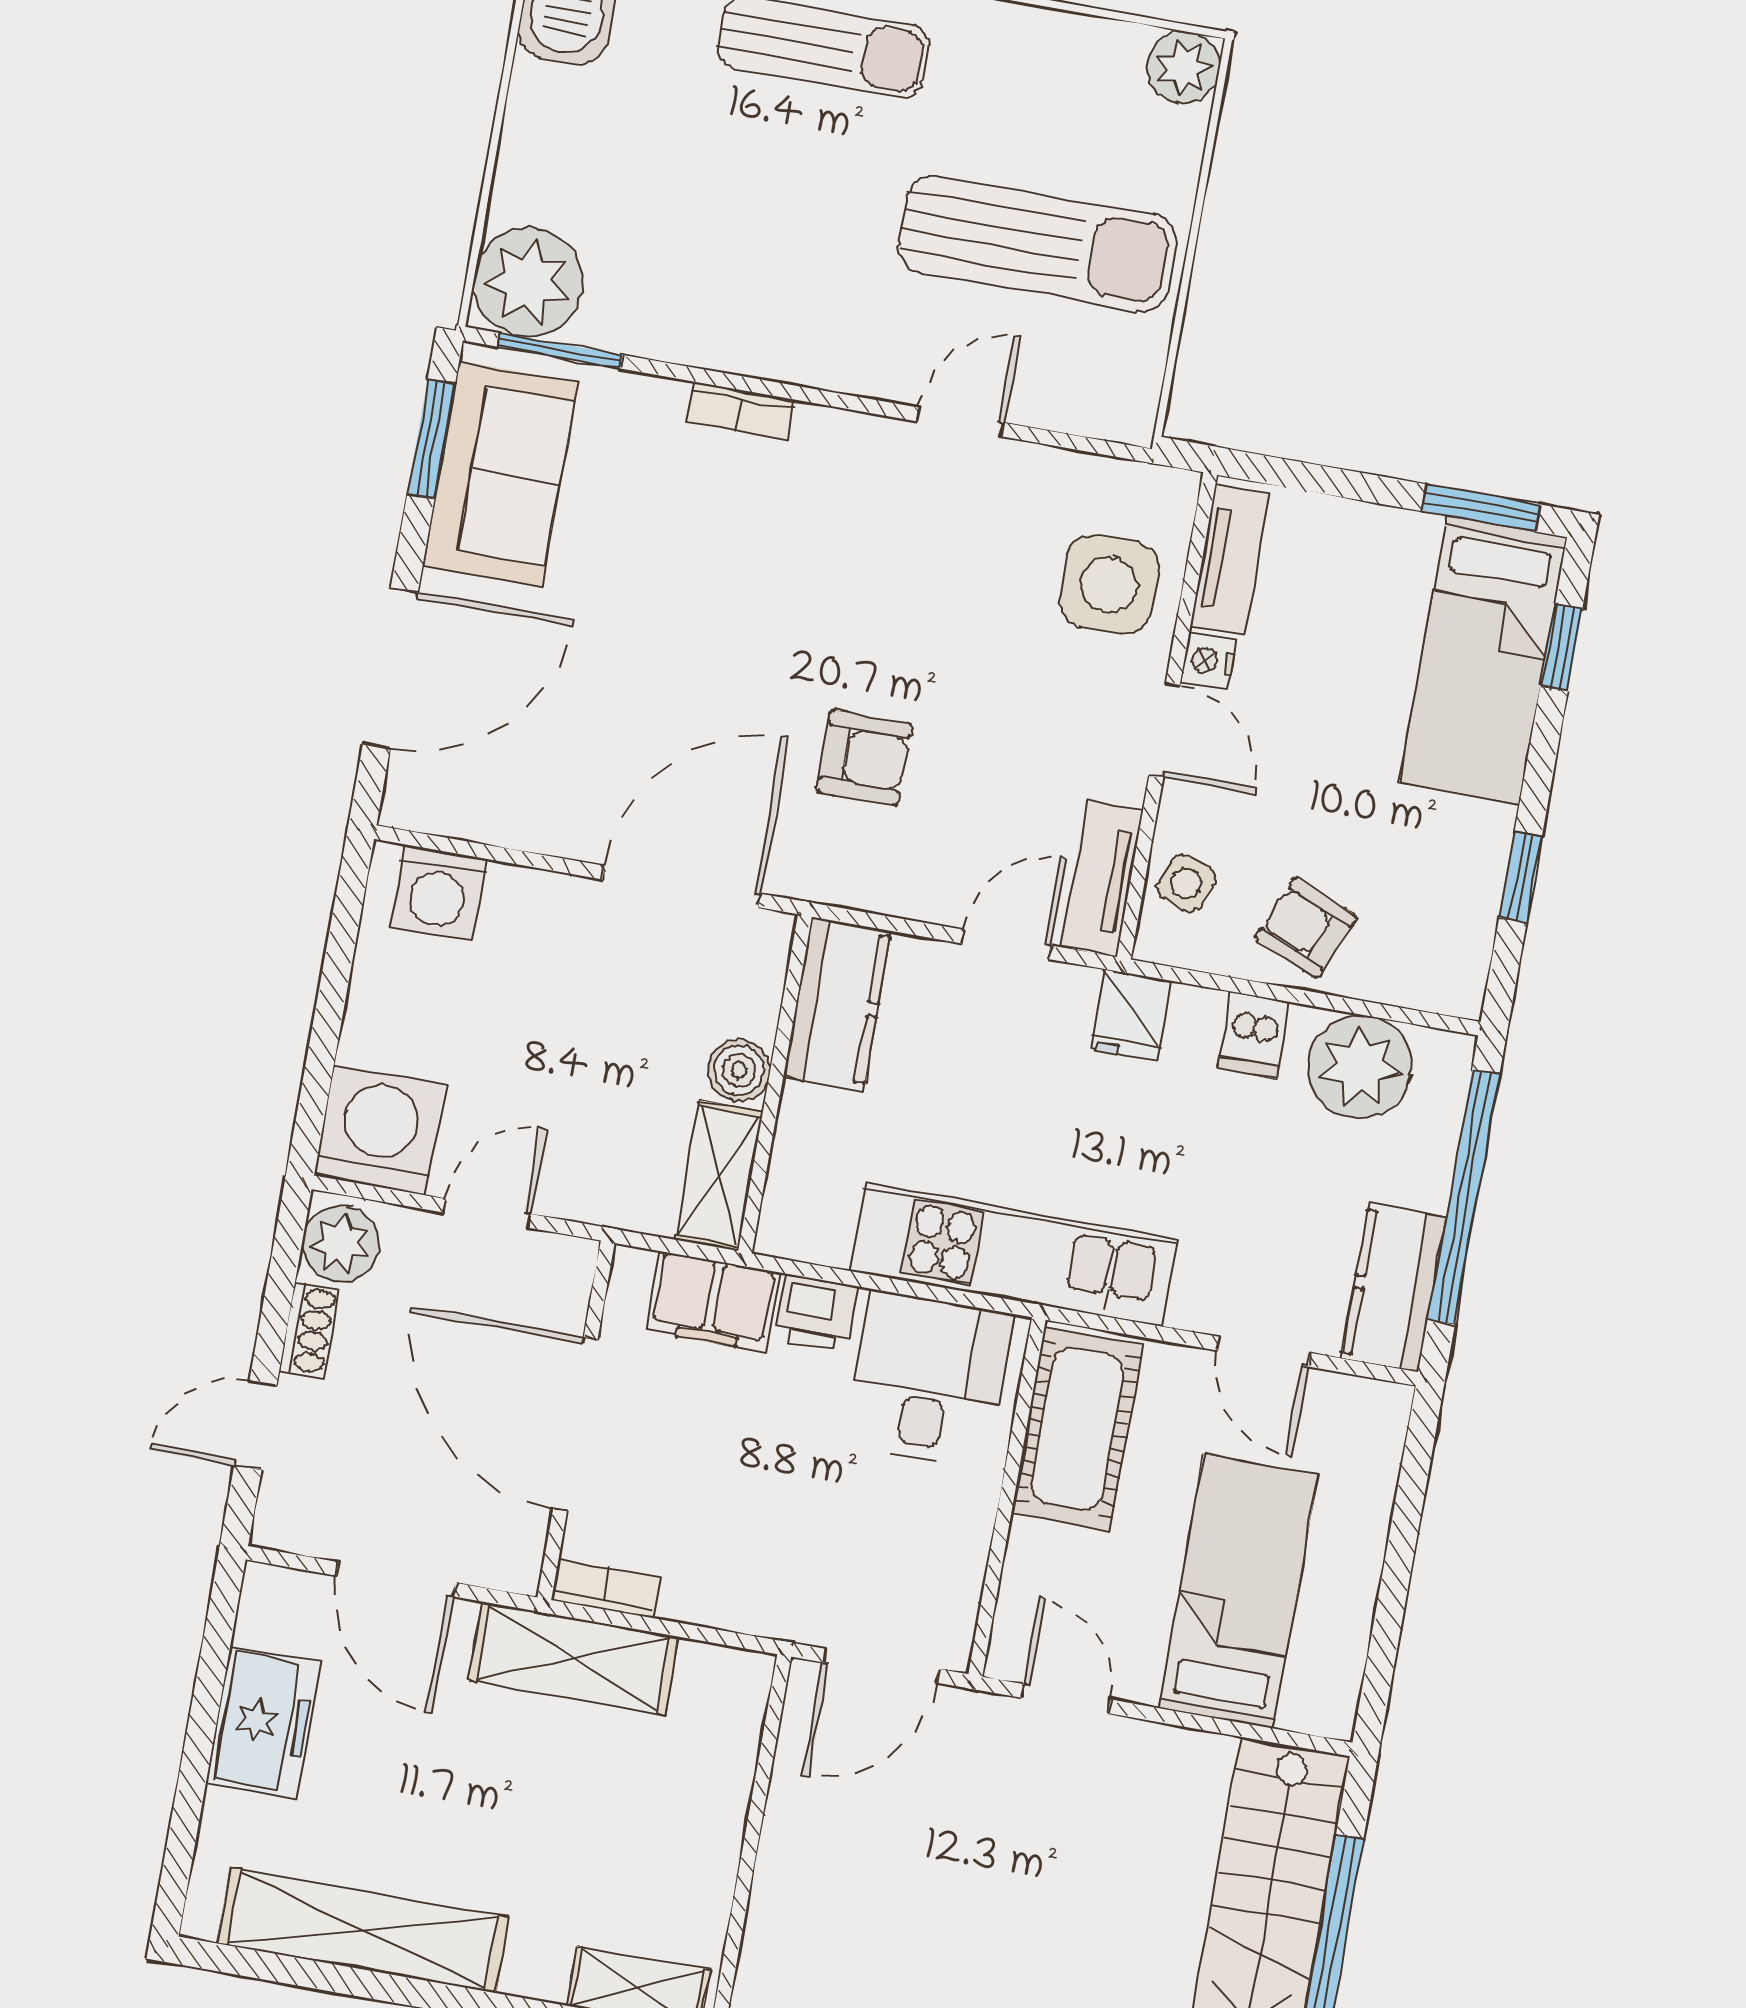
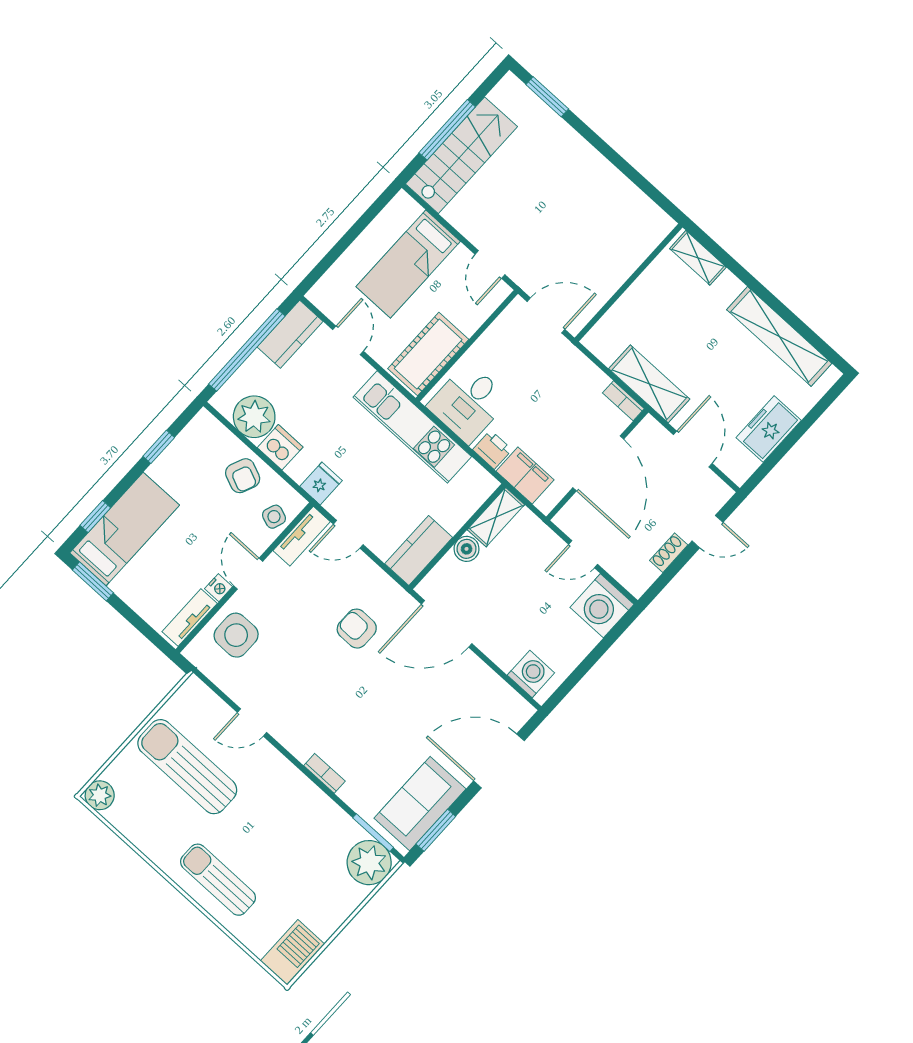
dishwasher: (1254, 1035) -> (280, 447), width x1.38
plant: (341, 1244) -> (640, 575), removed

